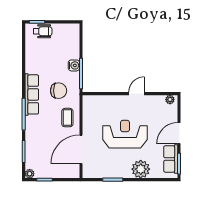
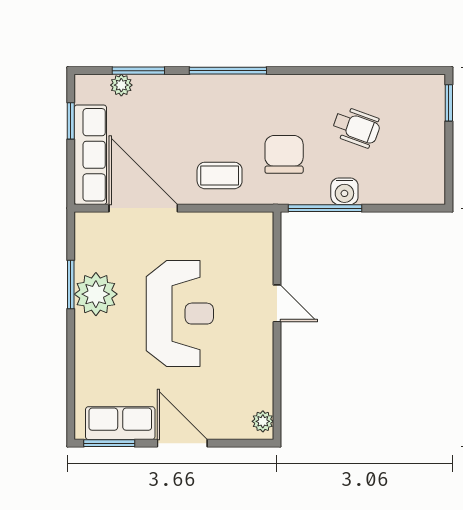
wheelchair: (43, 31) -> (356, 127), moved, turned -70
chair: (59, 91) -> (284, 154), turned 180
row of seats: (32, 94) -> (90, 155), moved, turned -90
door: (137, 94) -> (277, 303), moved
plant: (141, 169) -> (96, 294), moved
plant: (30, 174) -> (121, 85), moved

